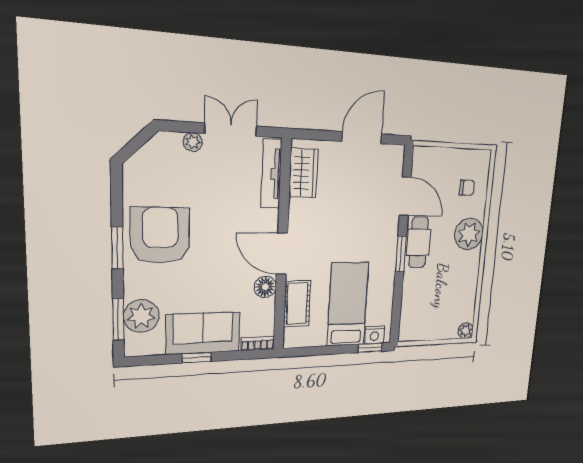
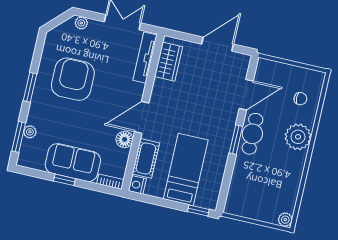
plant: (193, 142) -> (81, 23), moved
door: (405, 196) -> (246, 95), hinge flipped
armchair: (160, 235) -> (73, 79), moved
door: (282, 254) -> (142, 117), hinge flipped
plant: (141, 316) -> (30, 132), width x0.53, depth x0.53
nightstand: (375, 335) -> (137, 185), moved, turned 90

